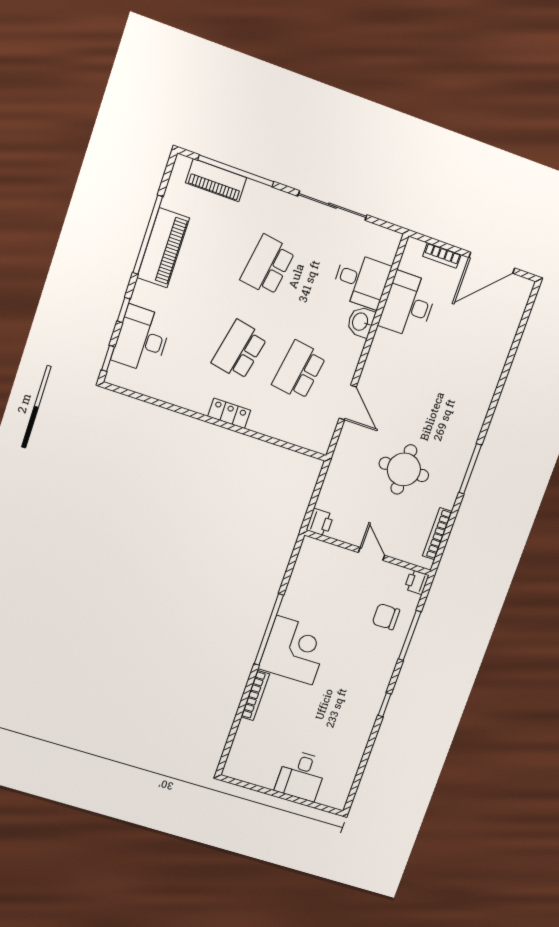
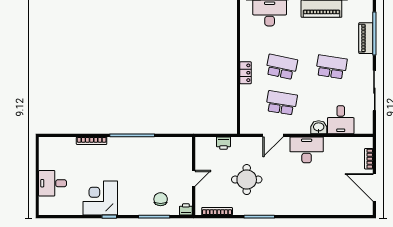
piano: (216, 180) -> (366, 38), moved
desk: (408, 305) -> (307, 150), moved
printer: (320, 522) -> (223, 143), moved
corner desk: (294, 650) -> (100, 198), moved, turned 180

